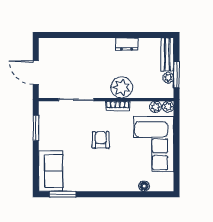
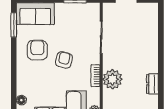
armchair: (101, 140) -> (64, 60), turned -77
armchair: (90, 169) -> (37, 50), added

